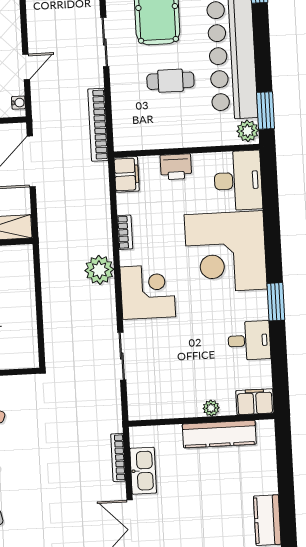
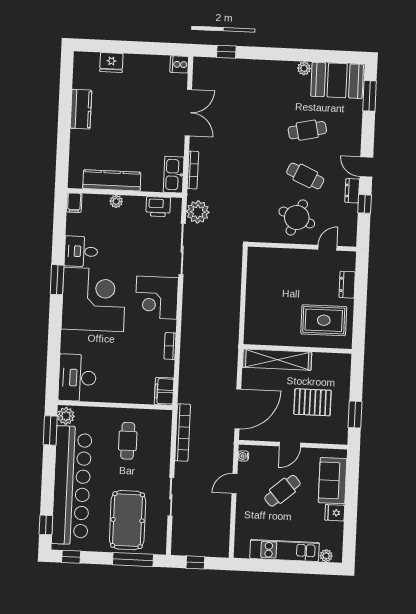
cafe table: (170, 81) -> (128, 441), moved, turned 90
printer: (176, 167) -> (158, 207), moved, turned 180
corner desk: (226, 252) -> (94, 299), moved
plant: (99, 270) -> (198, 212), moved
sliding door: (122, 356) -> (182, 249), width x1.37
filing cabinet: (255, 402) -> (74, 203), width x0.50
kitchen sink: (143, 471) -> (174, 175), moved

